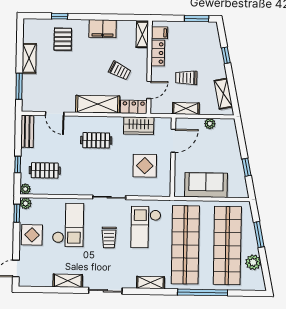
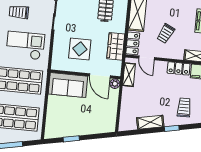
trolley: (186, 78) -> (184, 107), moved
shelving: (223, 94) -> (150, 122), moved
shelving: (186, 108) -> (129, 75), moved
plant: (210, 124) -> (115, 84), moved
sofa: (206, 185) -> (68, 85), moved, turned 90

